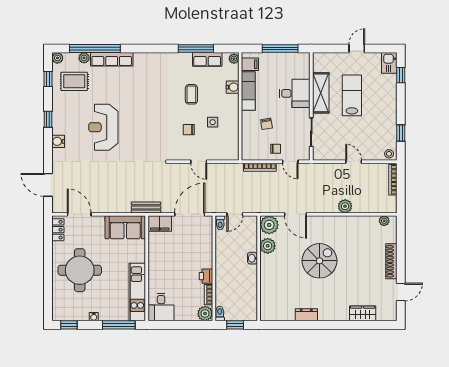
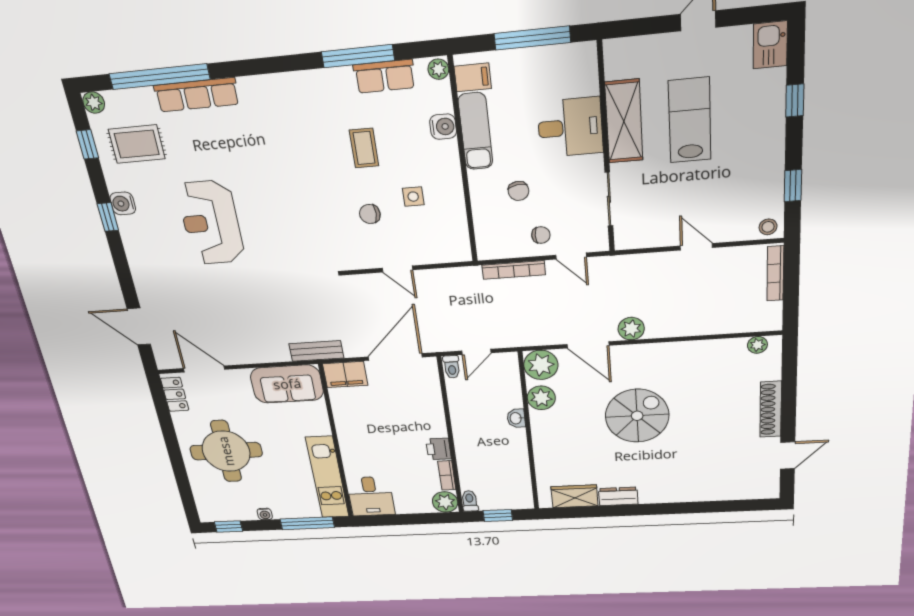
plant: (84, 58) -> (144, 97), removed
window: (401, 75) -> (795, 100), moved
water cooler: (58, 141) -> (123, 203), moved
plant: (345, 206) -> (631, 329), moved
wardrobe: (363, 313) -> (575, 496), moved

